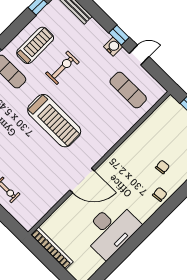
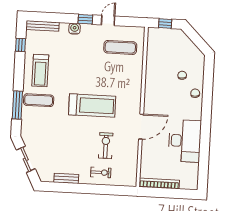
treadmill: (35, 45) -> (40, 70), turned 180
water cooler: (113, 47) -> (75, 29), moved
exercise bike: (62, 68) -> (106, 146), moved

